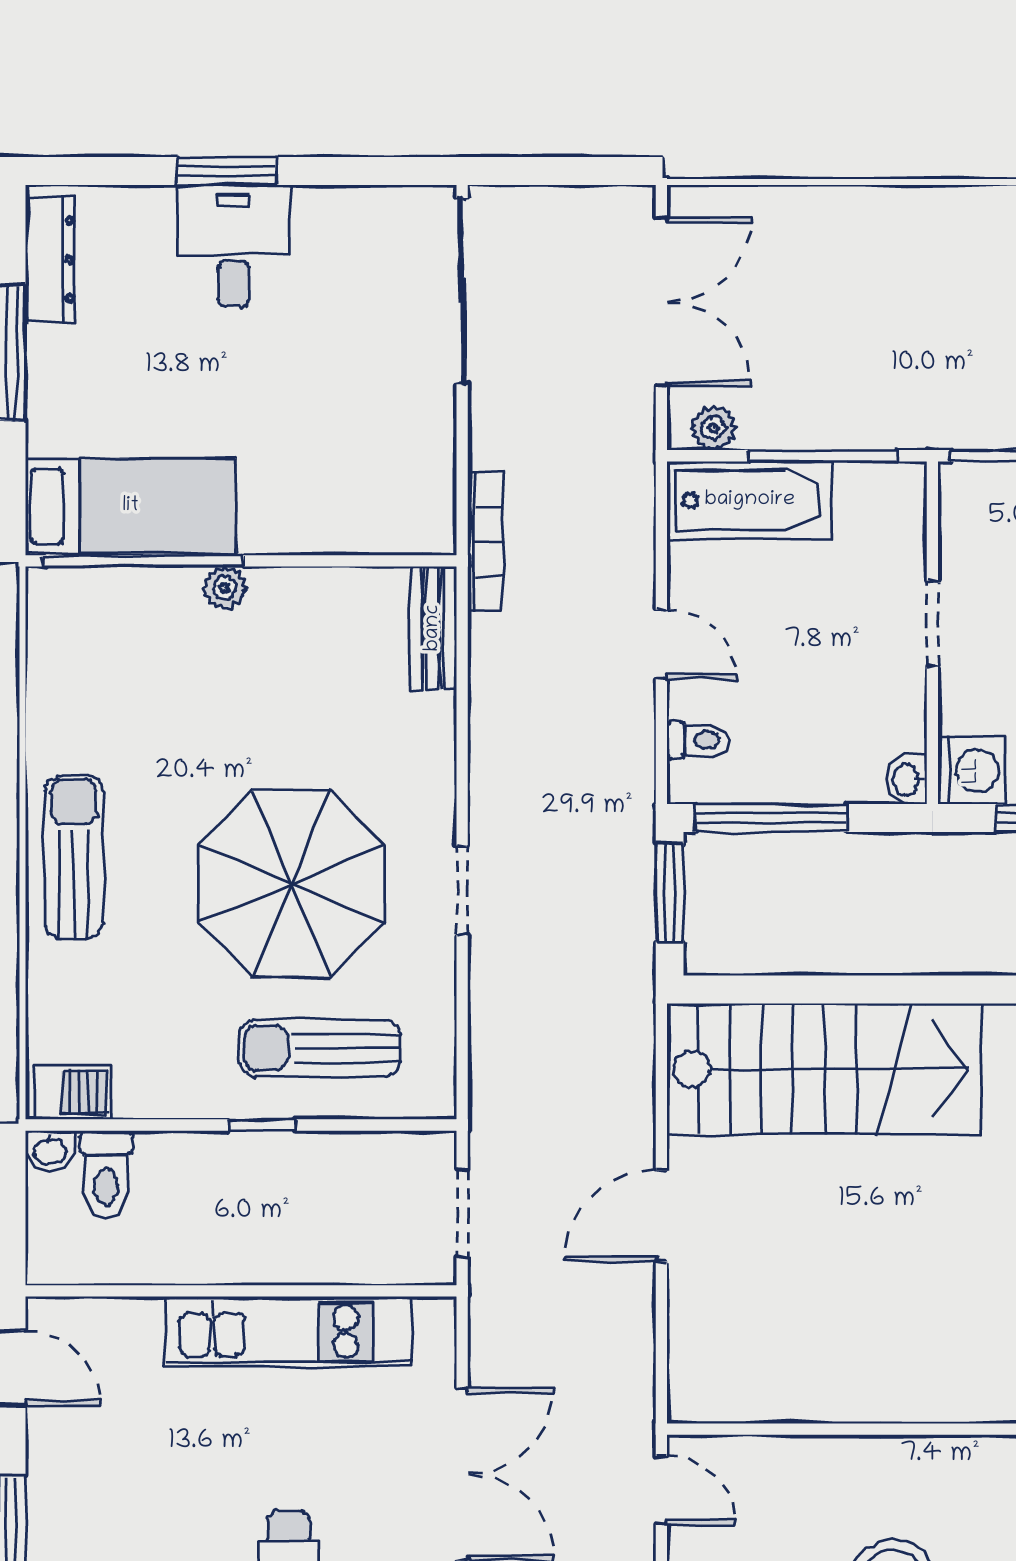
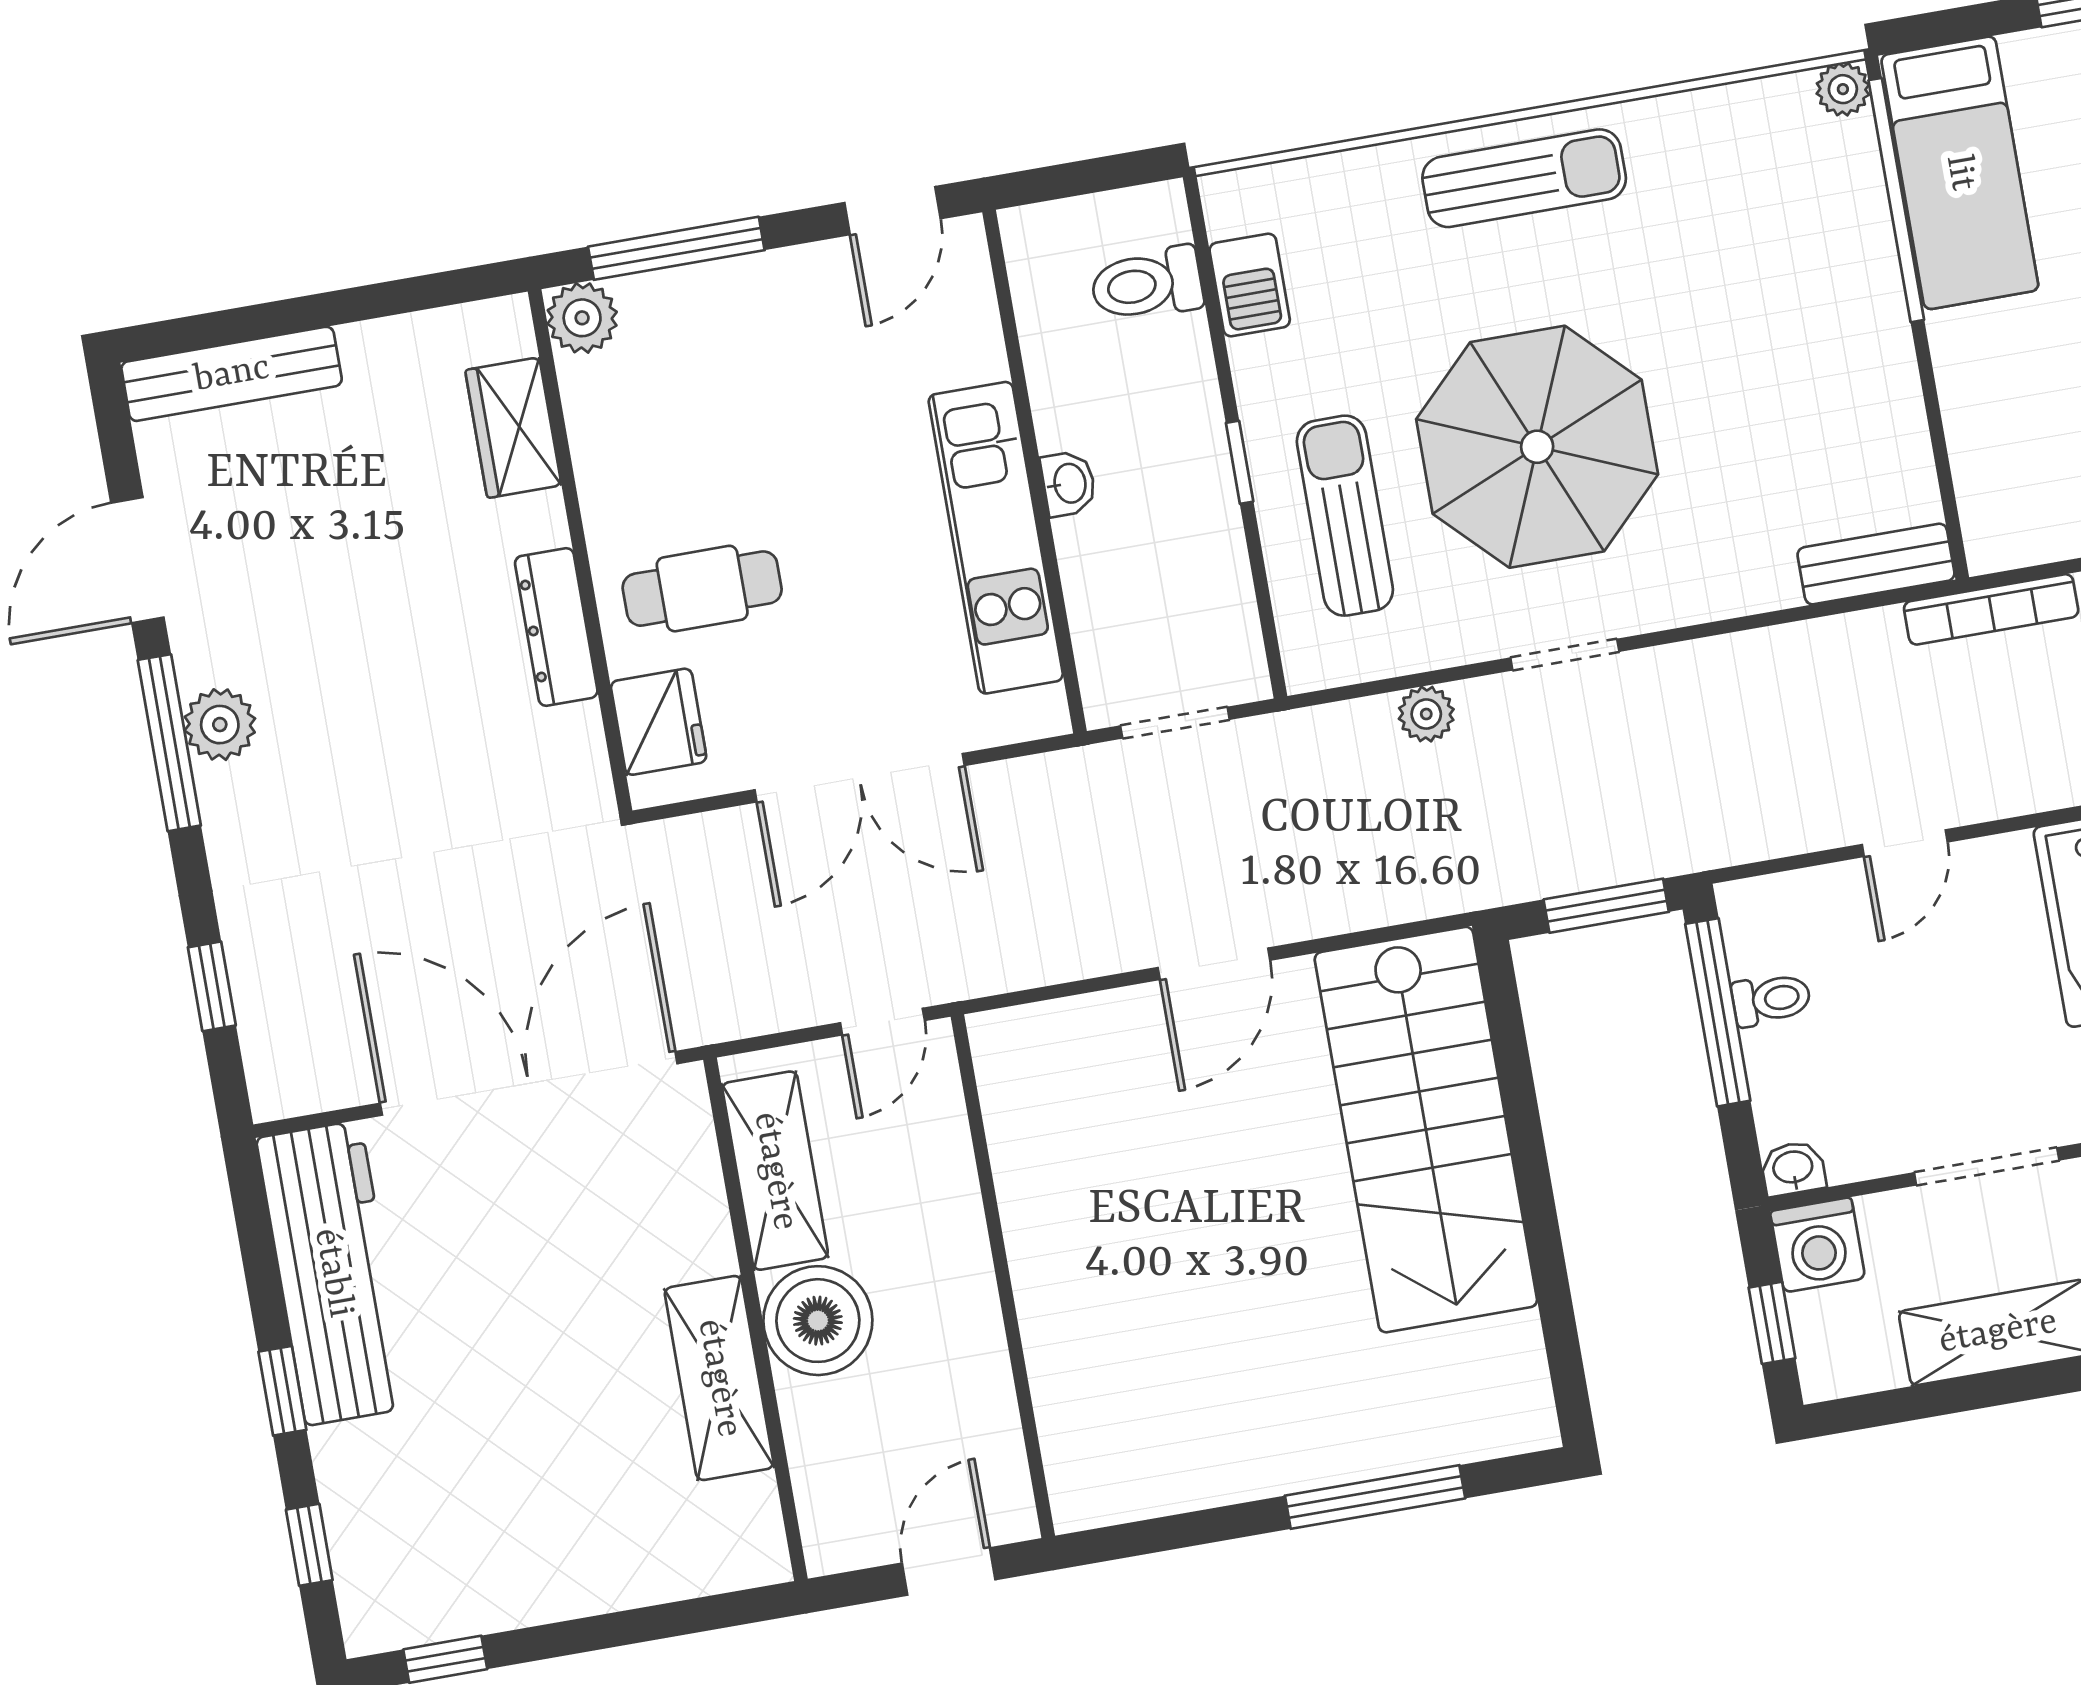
plant: (225, 588) -> (1843, 89), moved
doorway: (932, 624) -> (1987, 1166), width x1.38
toilet: (698, 740) -> (1771, 999), moved, turned -90
plant: (490, 1010) -> (1426, 714), added
barbecue: (72, 1092) -> (1250, 285), moved
washbasin: (50, 1151) -> (1069, 484), moved, turned 180
door: (661, 1216) -> (1214, 964), swing flipped

